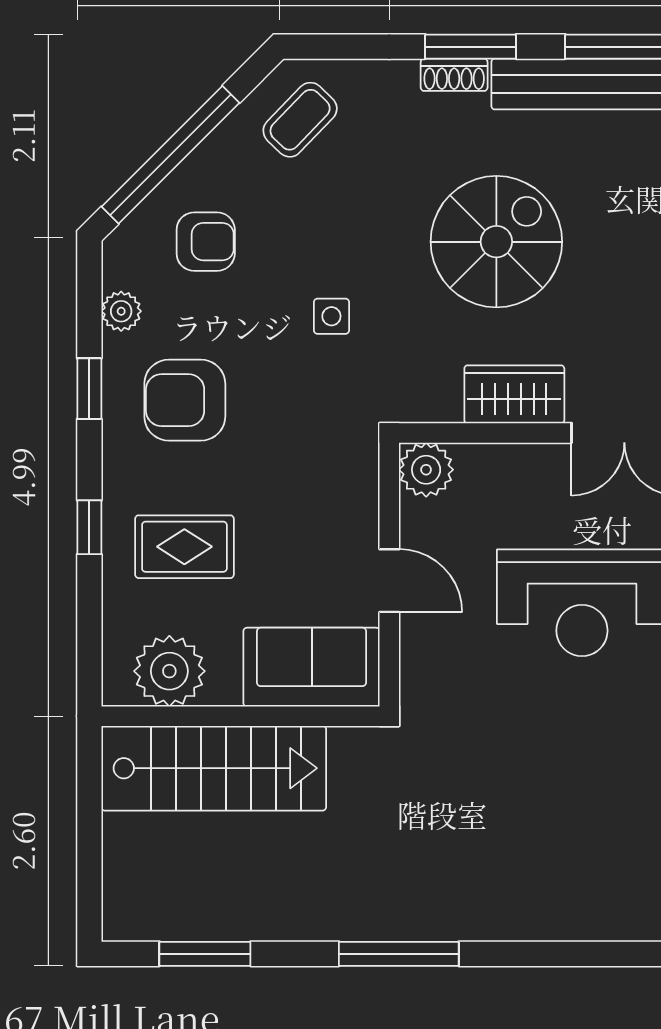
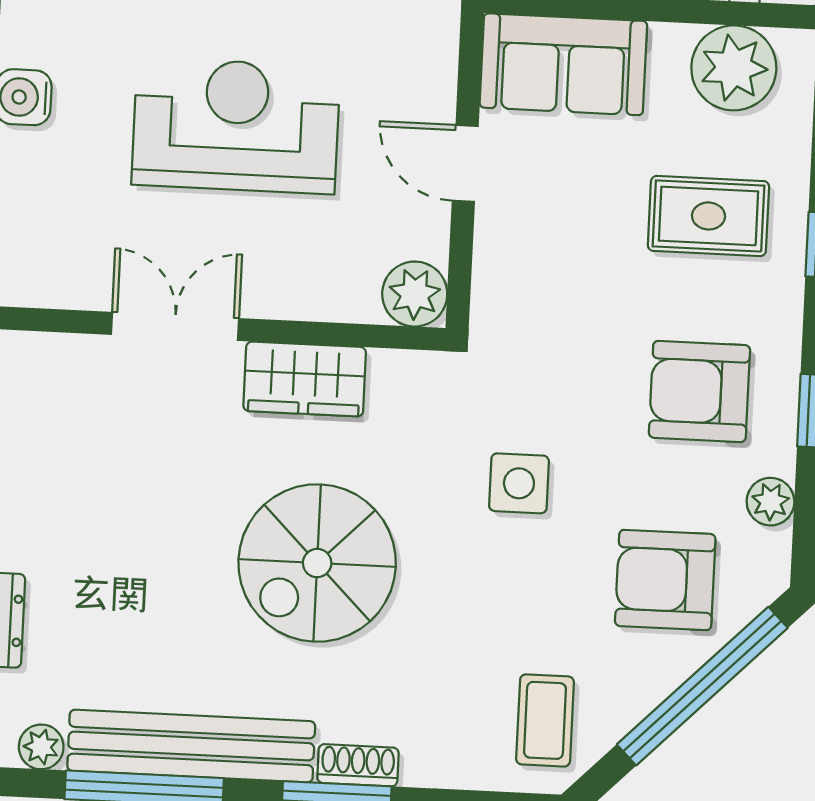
coffee table: (300, 120) -> (545, 720), turned -44
armchair: (206, 242) -> (665, 580), width x1.38, depth x1.38
side table: (331, 316) -> (519, 483), width x1.37, depth x1.37
armchair: (185, 400) -> (699, 391), turned 180

